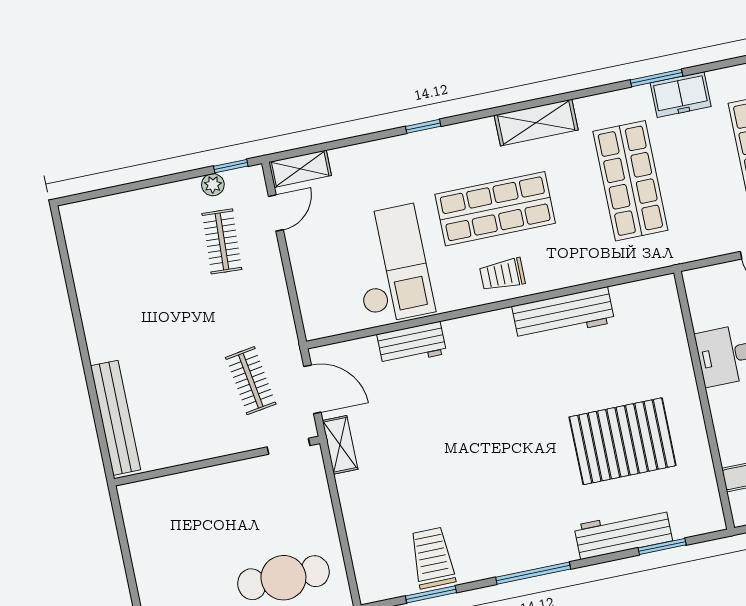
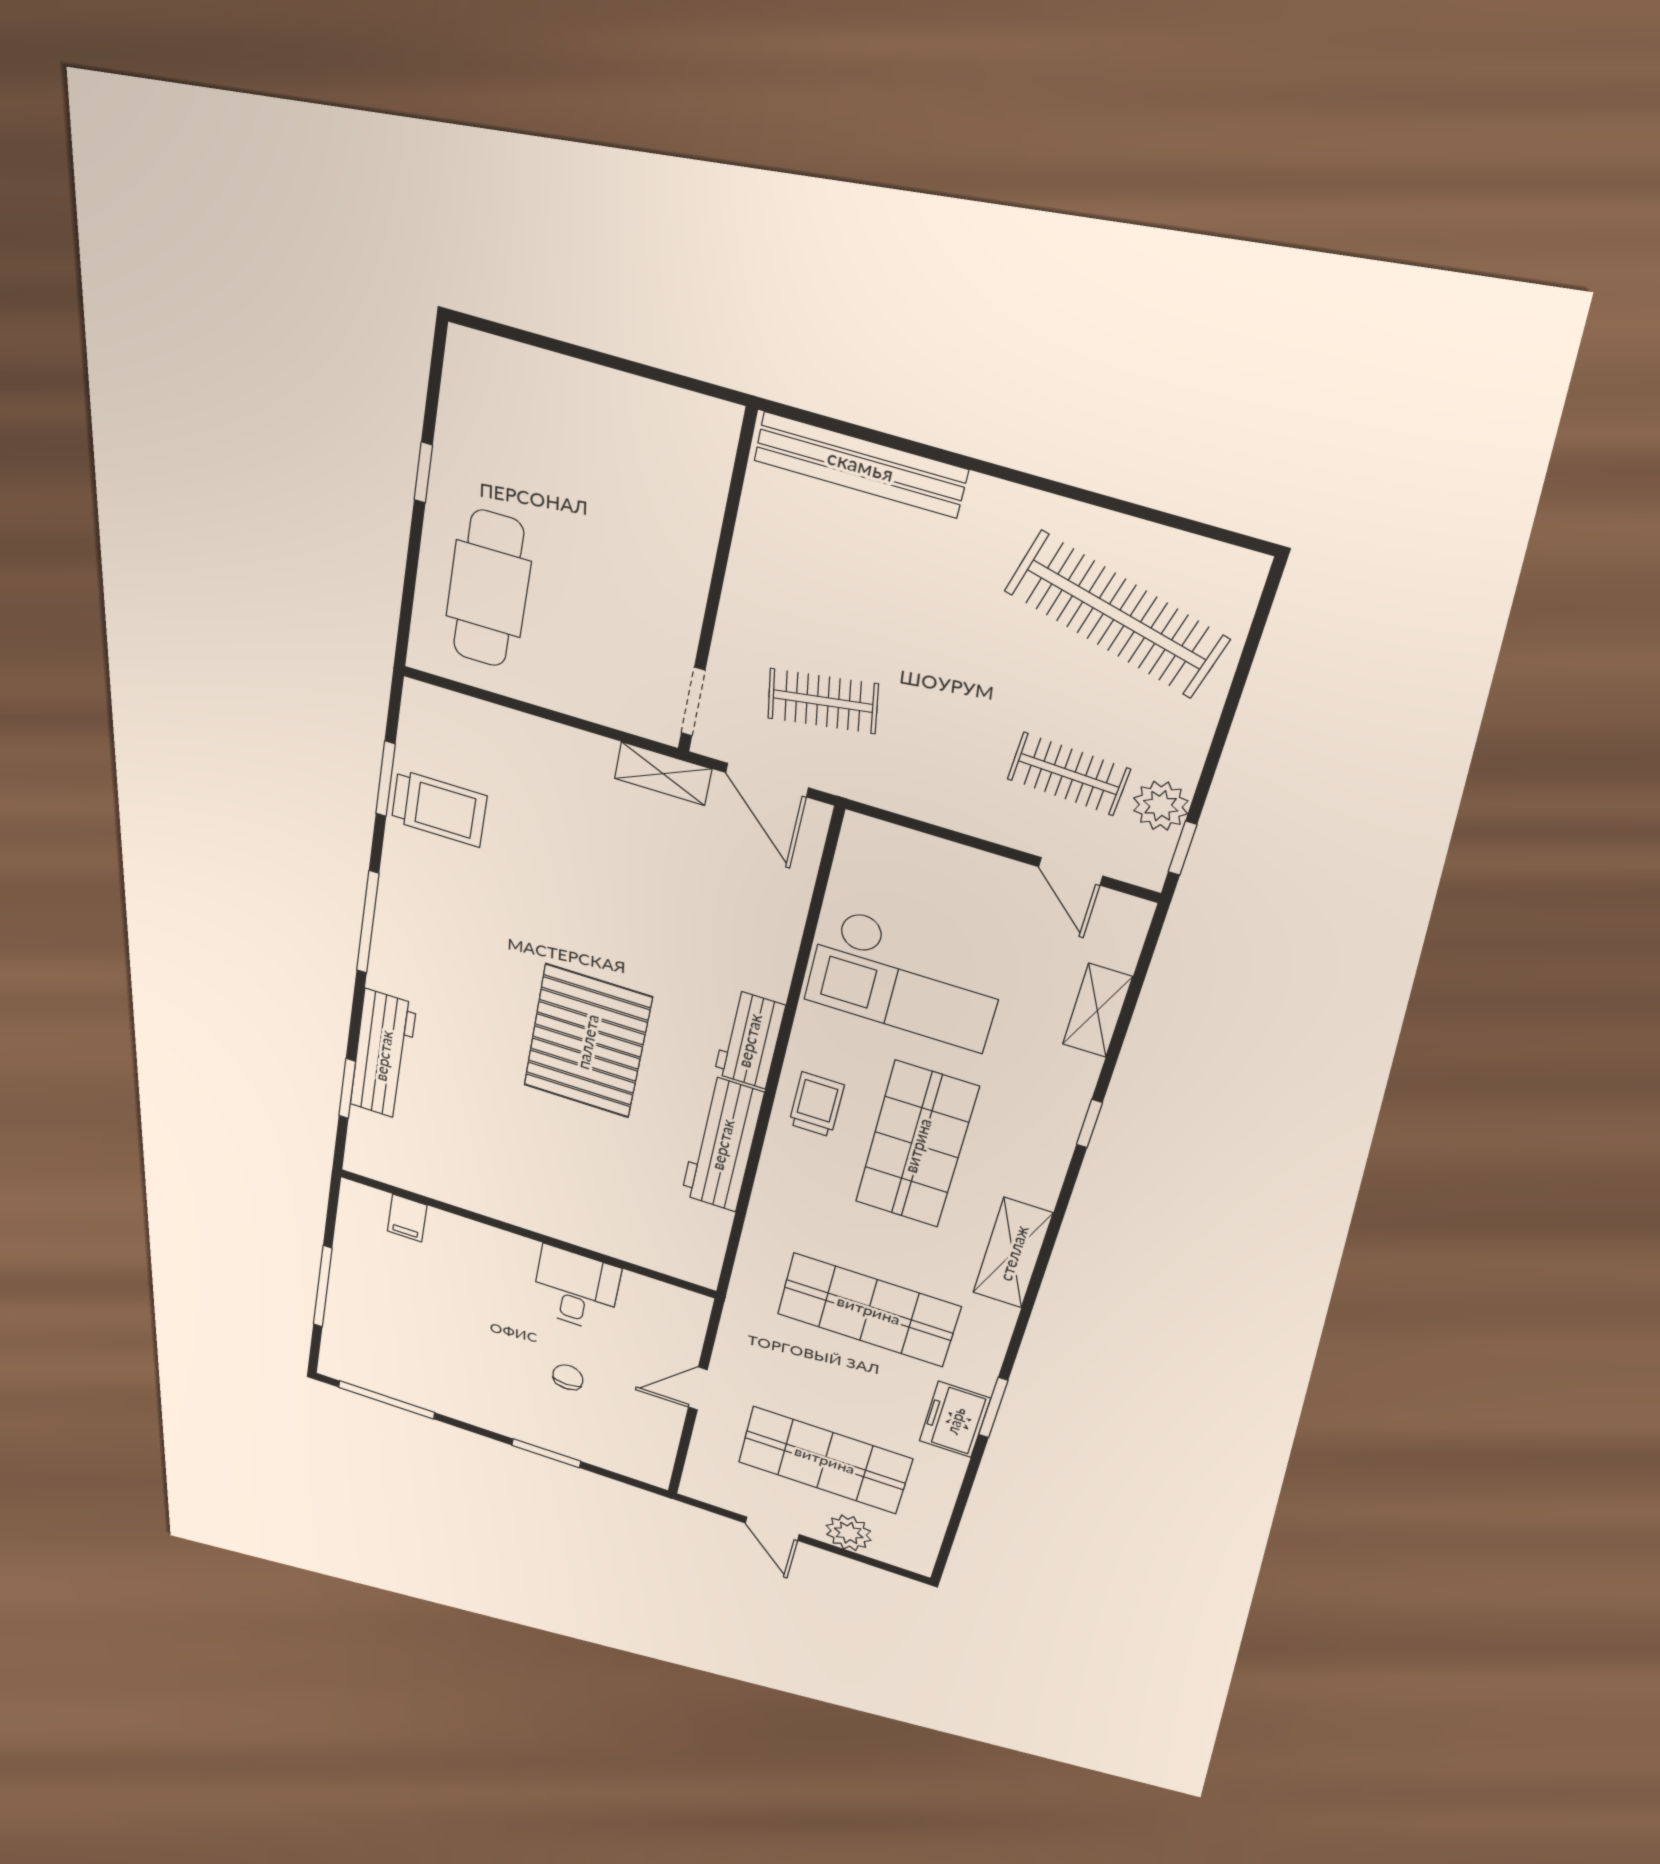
shelving: (300, 169) -> (1097, 1011), moved
plant: (213, 185) -> (1161, 806), width x1.38, depth x1.38
clothes rail: (125, 261) -> (1117, 615), added
workbench: (412, 344) -> (749, 1040), moved
door: (312, 389) -> (767, 780), hinge flipped
pallet: (623, 441) -> (587, 1041), moved

